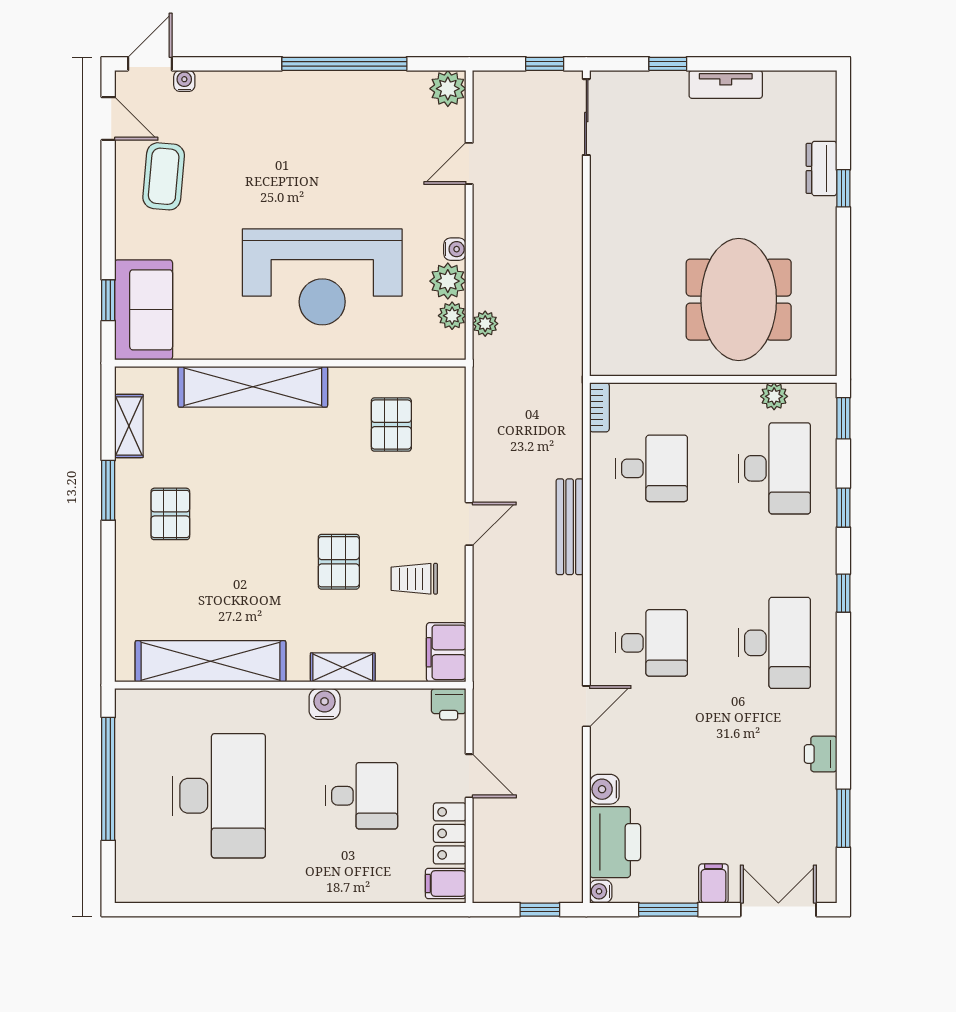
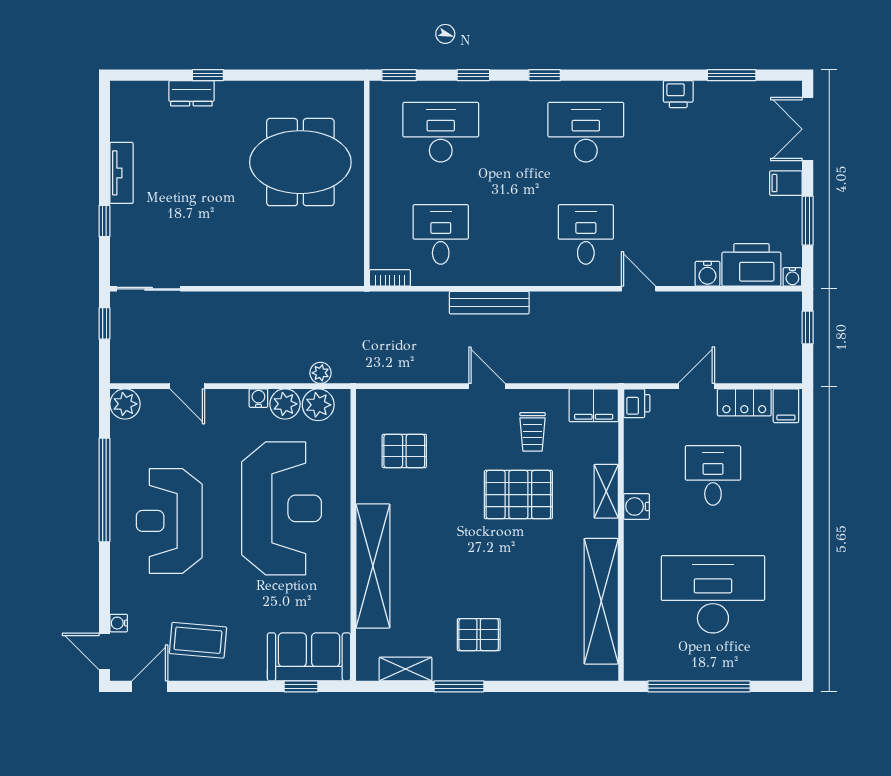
reception desk: (307, 142) -> (169, 521), added
plant: (452, 316) -> (318, 405), width x1.38, depth x1.38
plant: (774, 396) -> (381, 133), removed
pallet: (339, 562) -> (518, 495), width x1.50, depth x1.42

